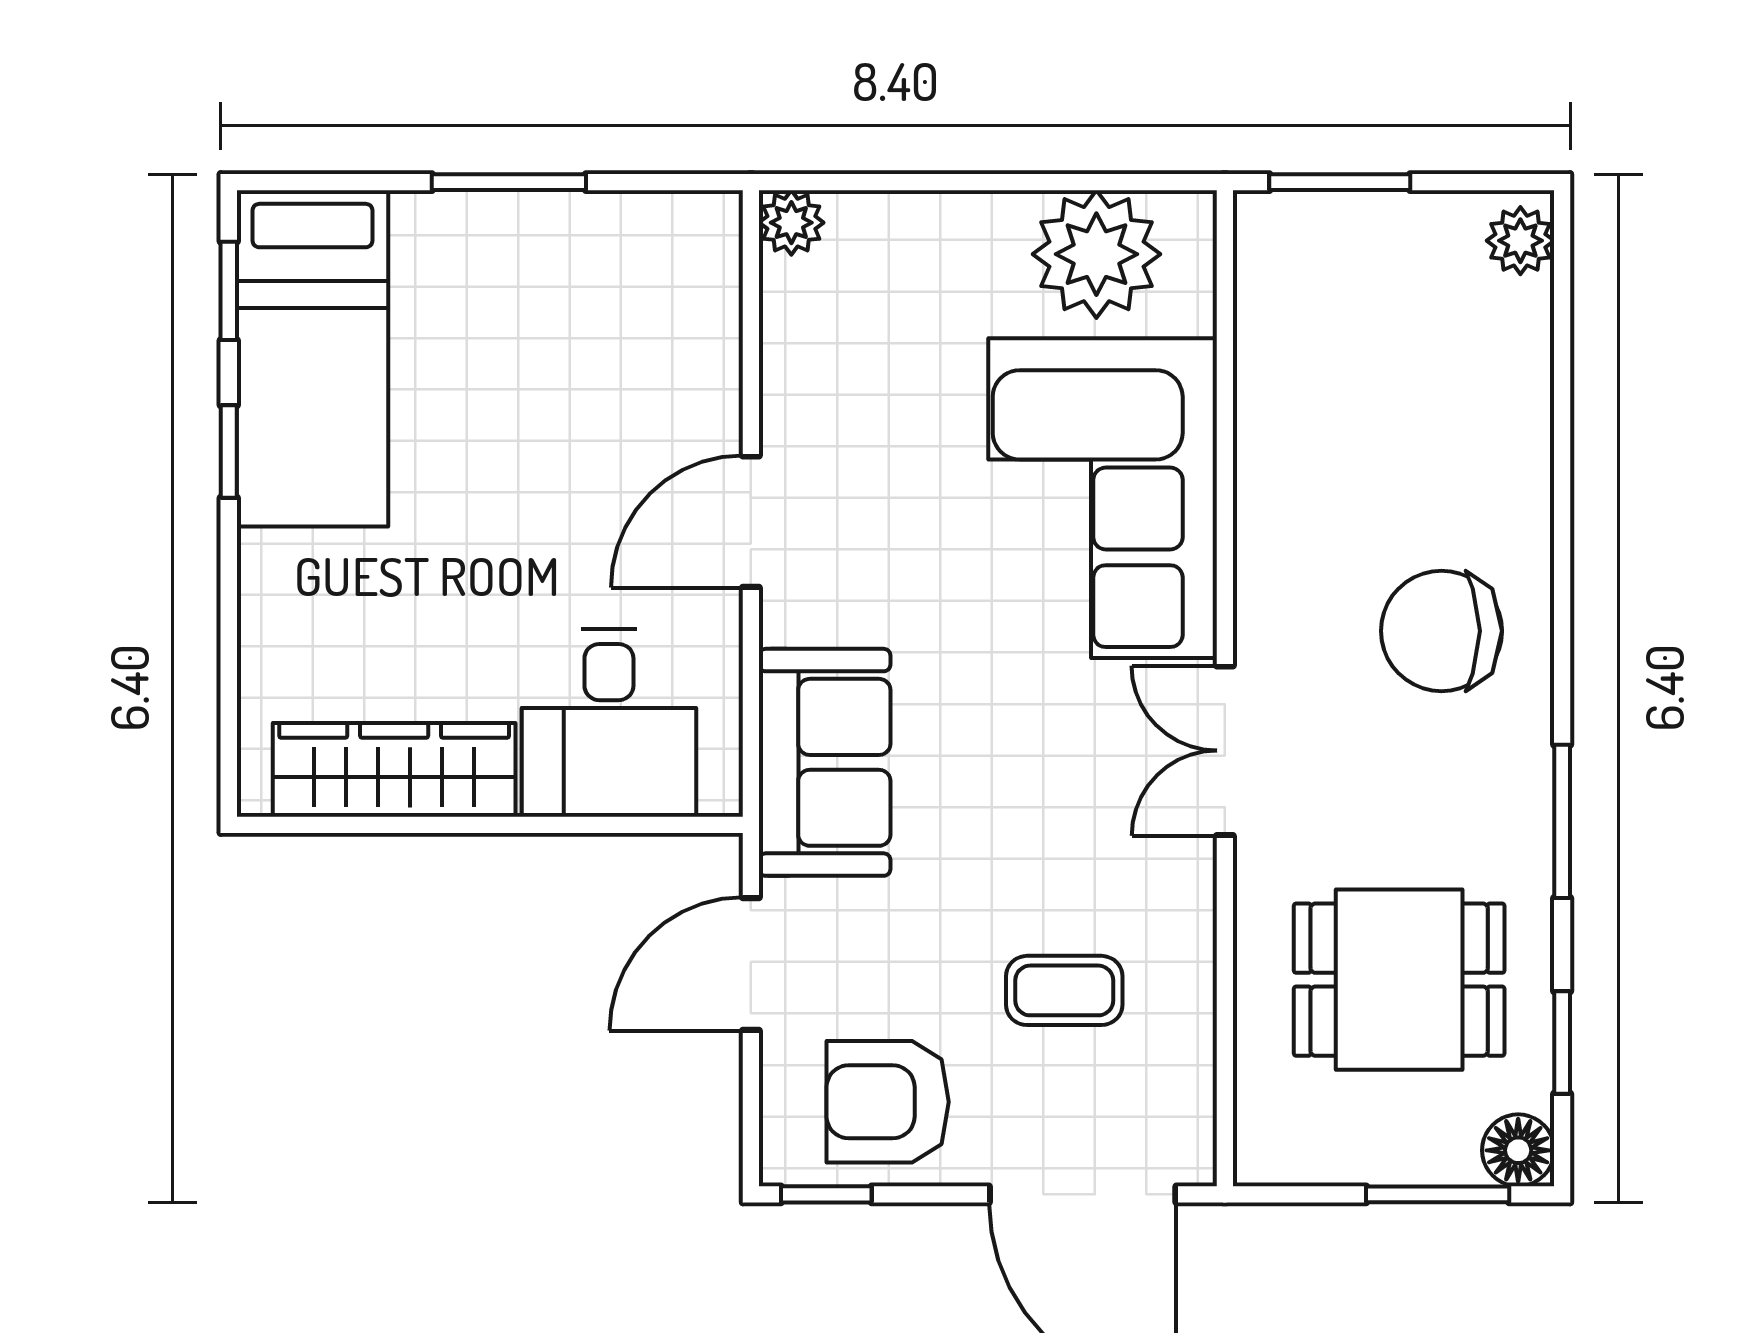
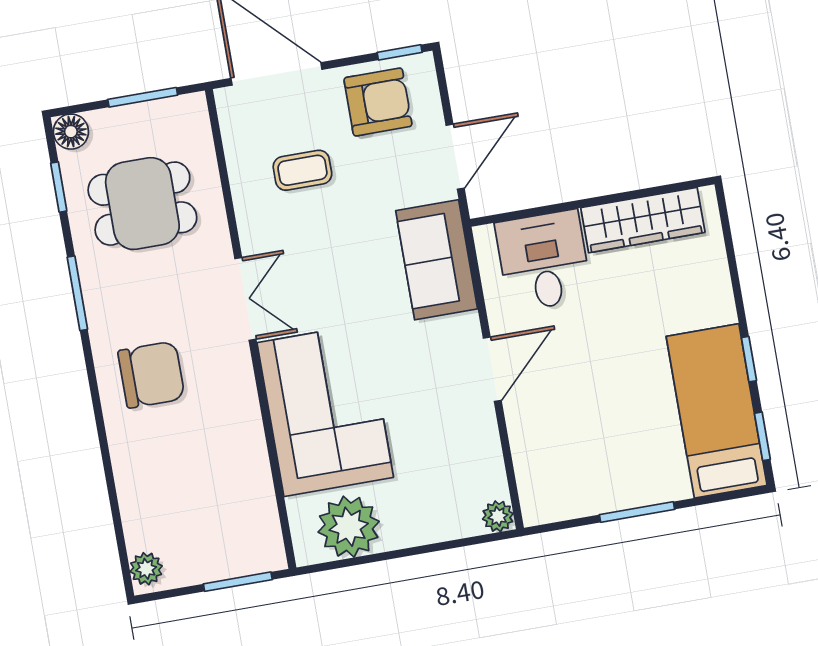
window: (1438, 1194) -> (143, 97), moved

